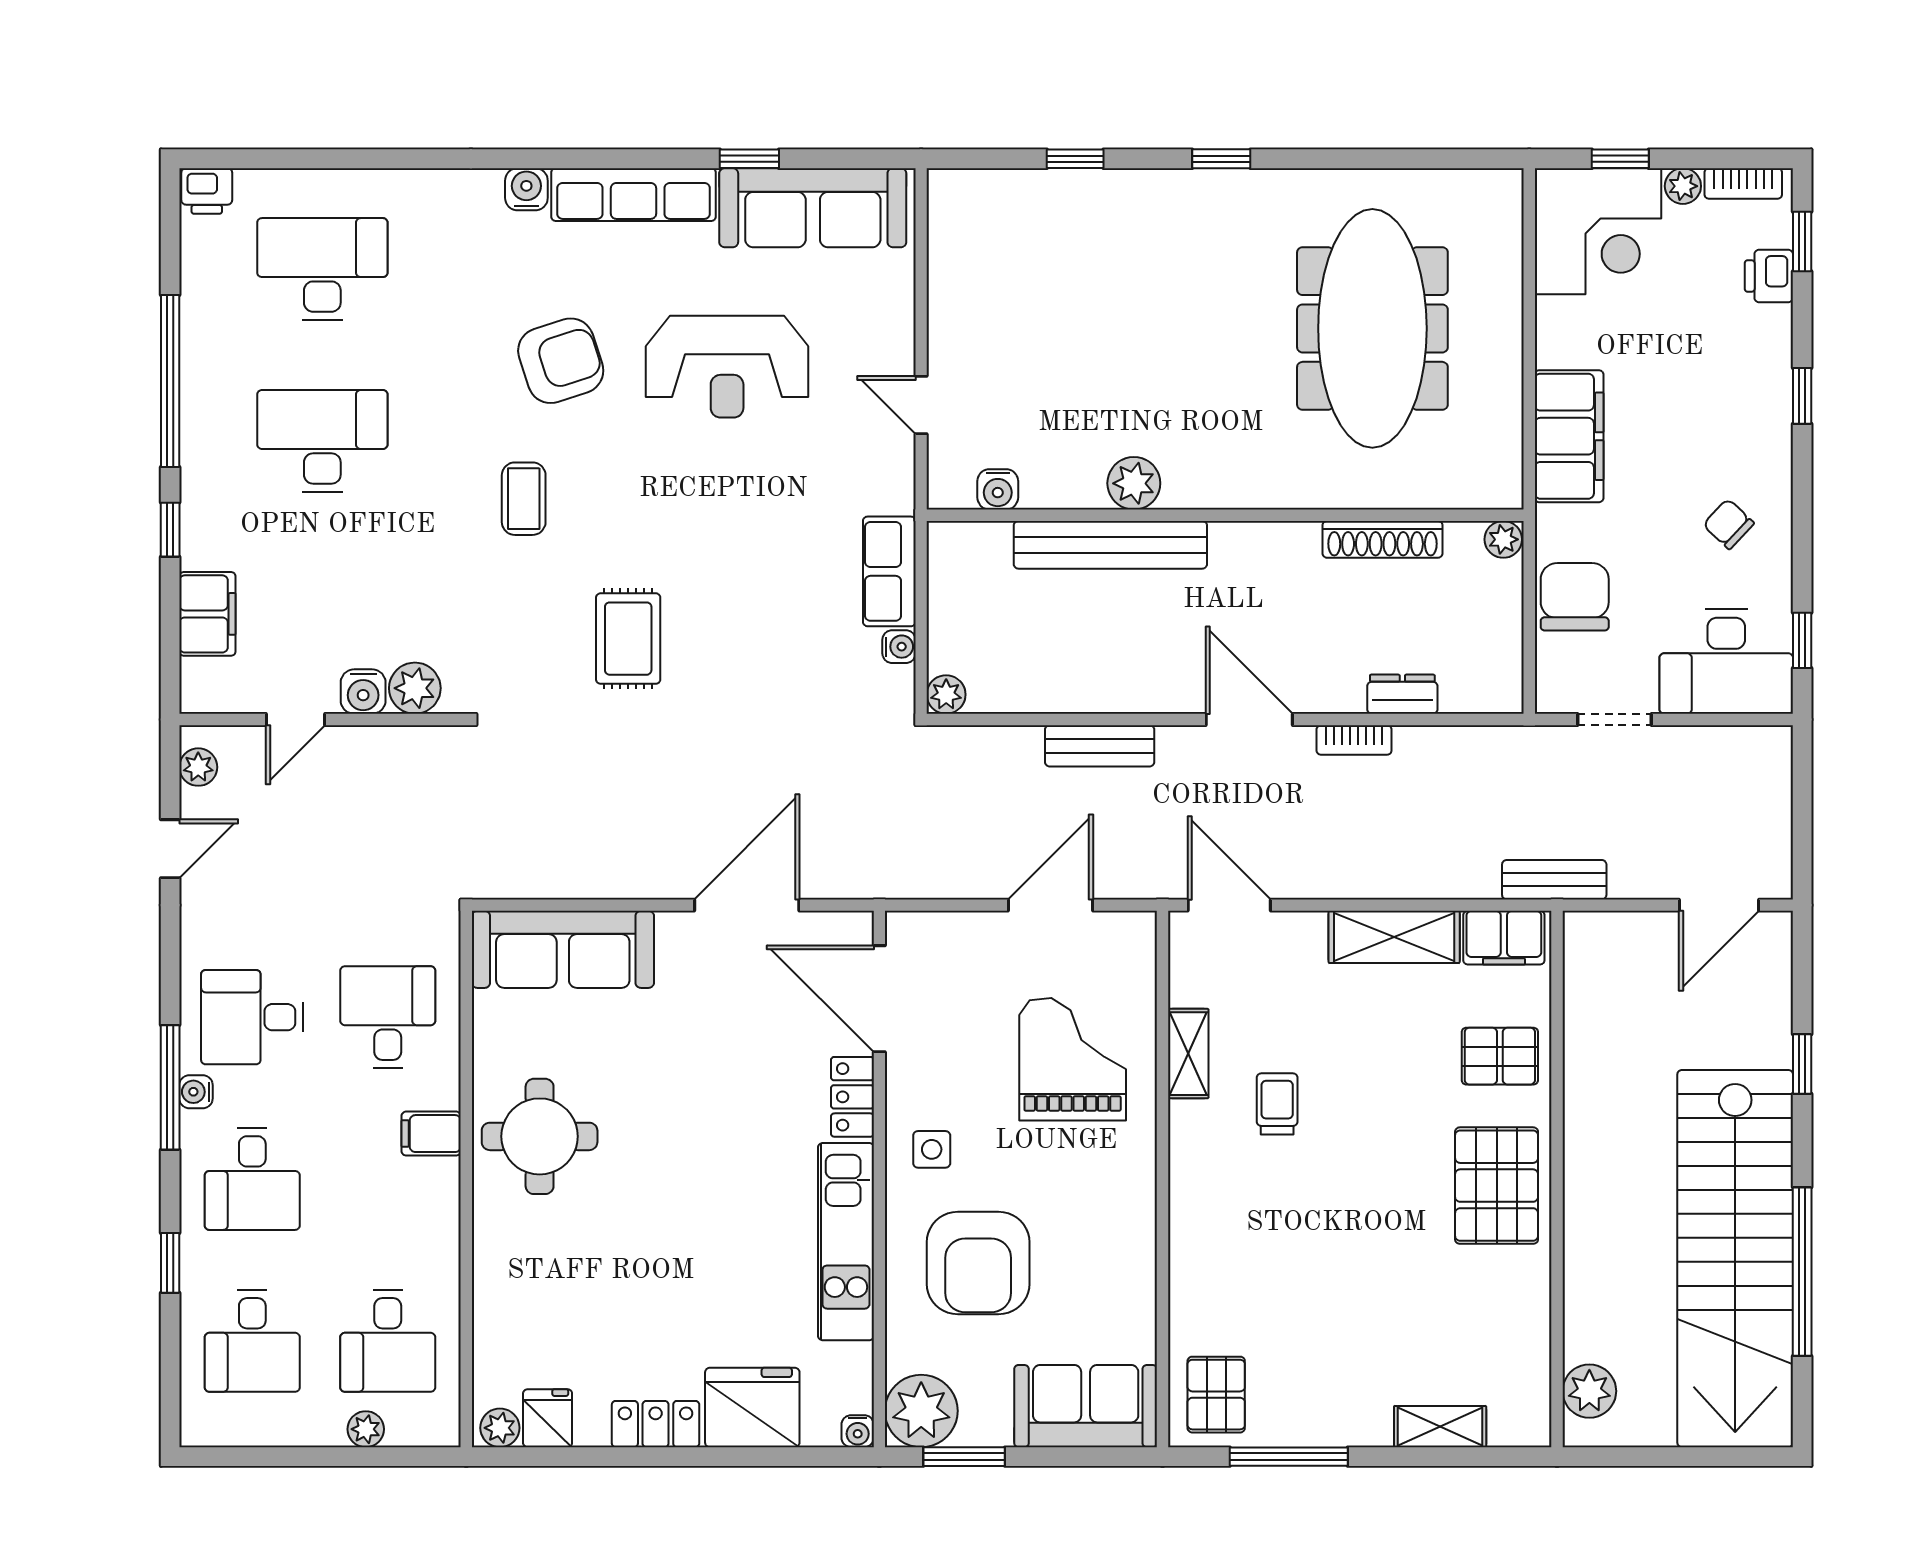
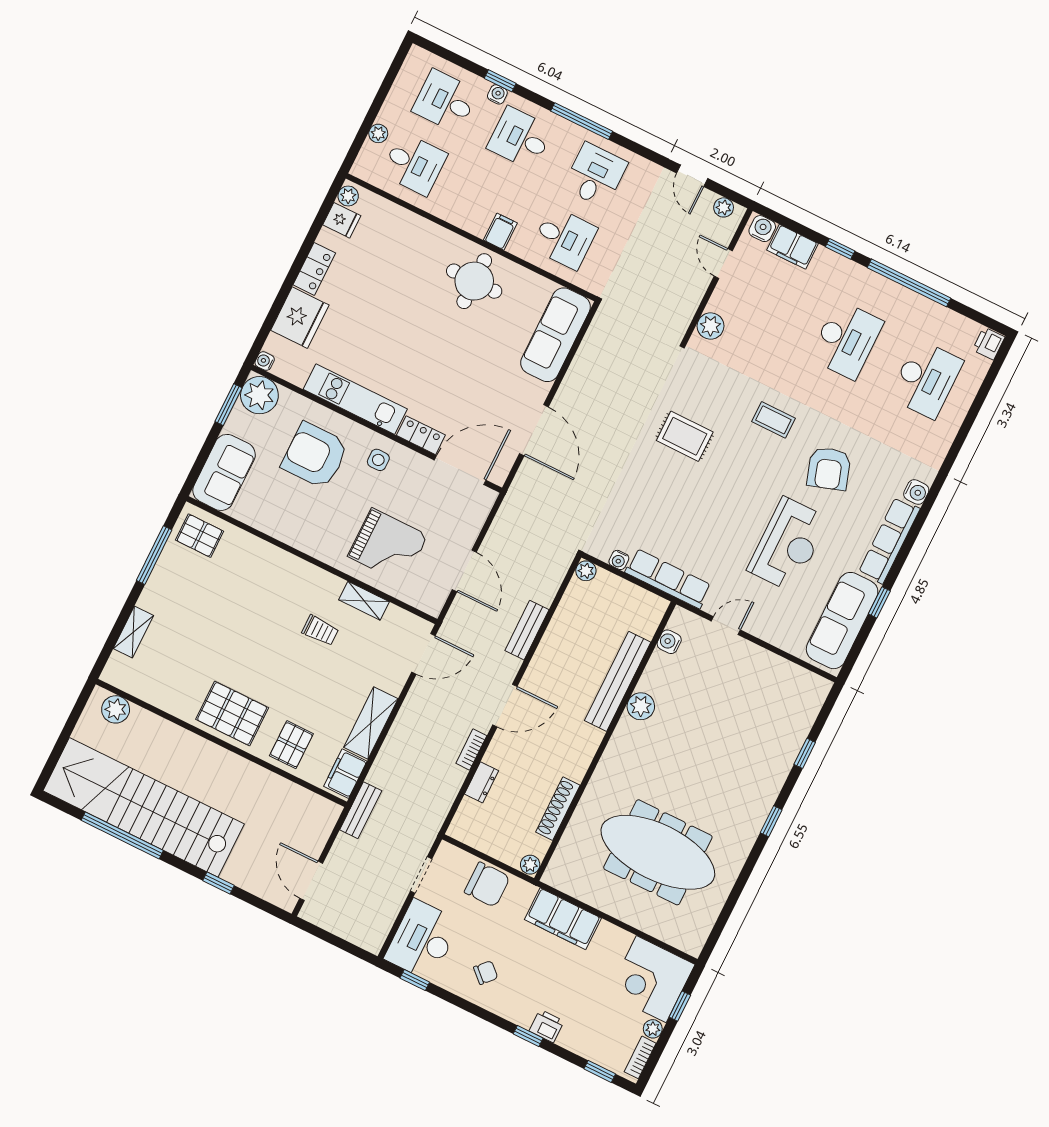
printer: (1769, 276) -> (547, 1026), moved
reception desk: (727, 367) -> (788, 544), turned 180
row of seats: (889, 571) -> (668, 579), width x1.48
water cooler: (363, 692) -> (762, 229), moved, turned 90
water cooler: (196, 1092) -> (497, 94), moved
desk: (388, 1341) -> (414, 164), turned 180

